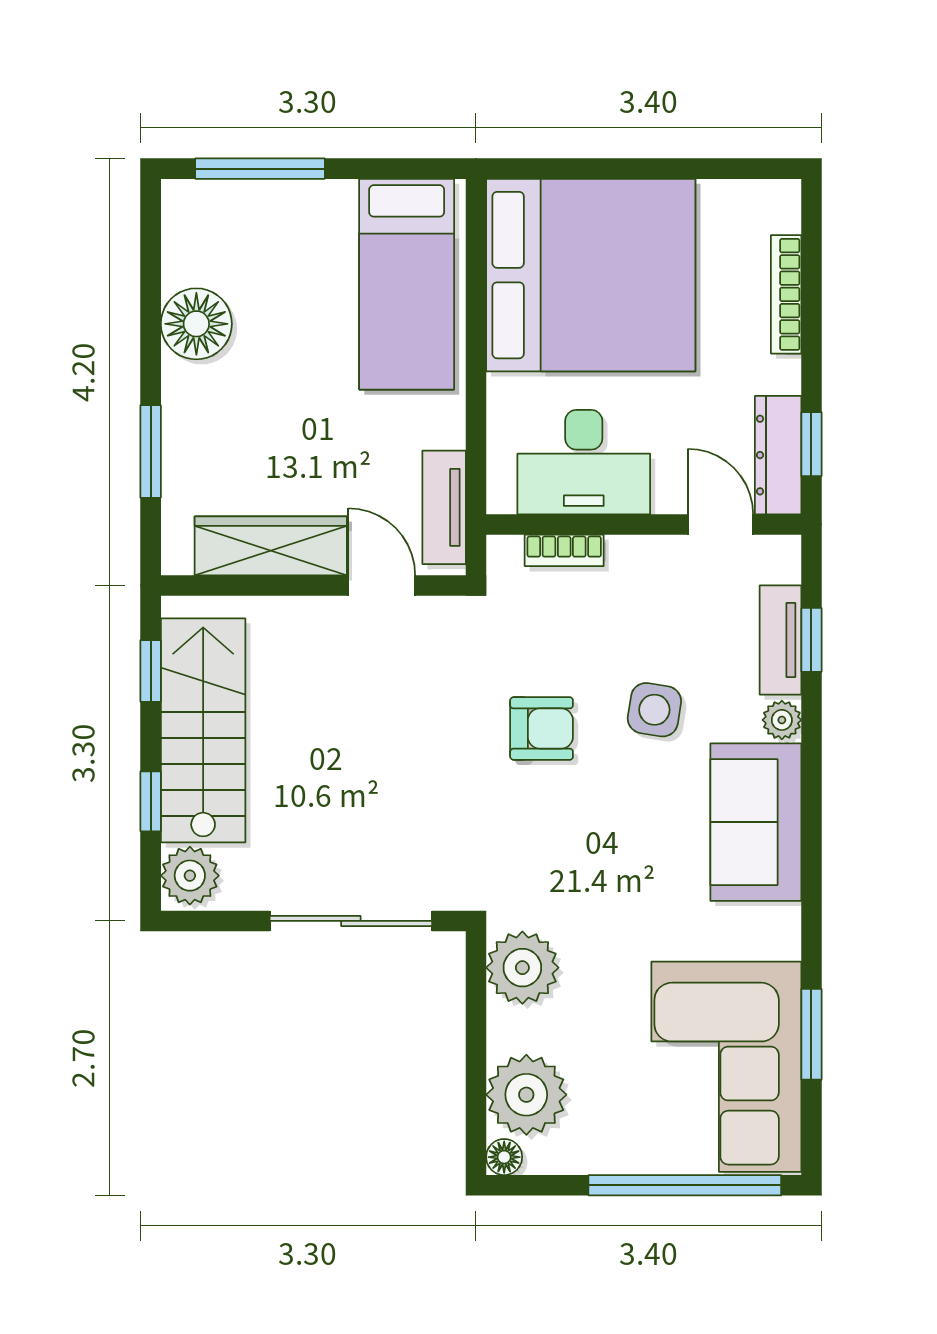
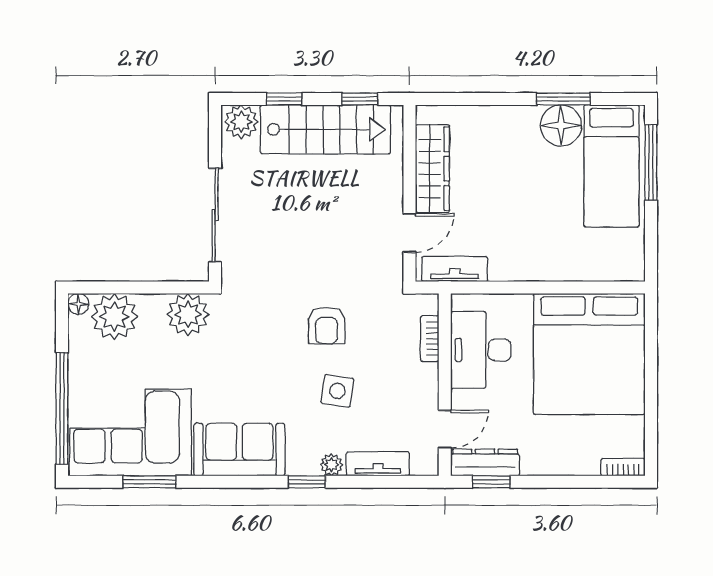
bed: (407, 284) -> (611, 166), moved, turned -90
bookcase: (786, 294) -> (623, 467), moved, width x0.64
window: (151, 451) -> (564, 99), moved
window: (811, 640) -> (307, 482), moved
sofa: (756, 822) -> (239, 450), moved

